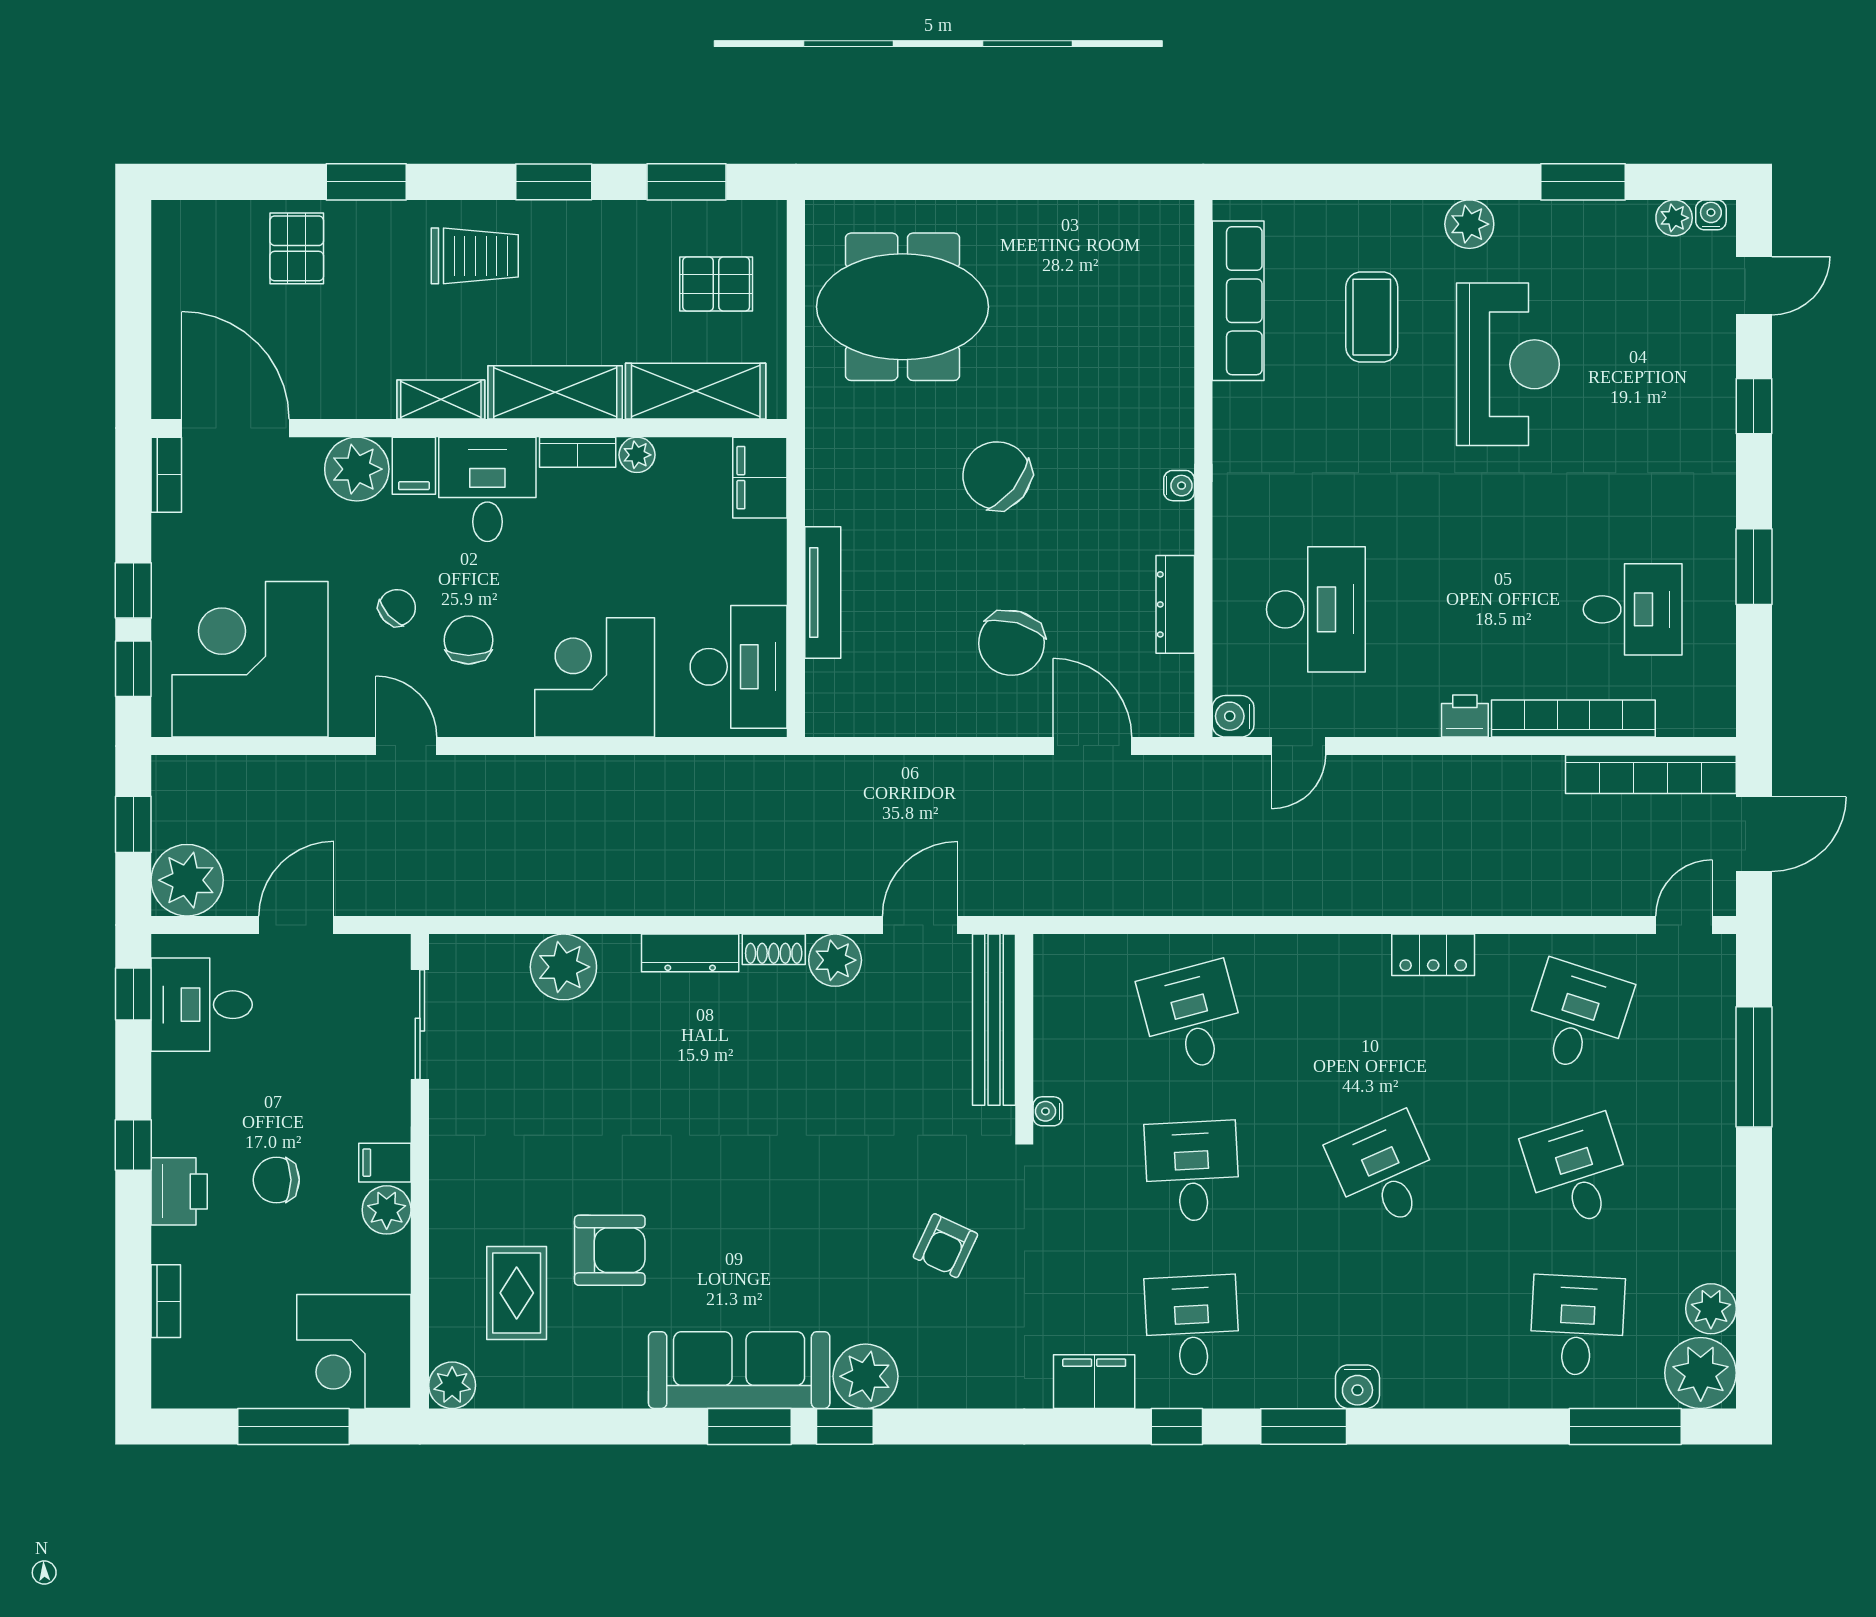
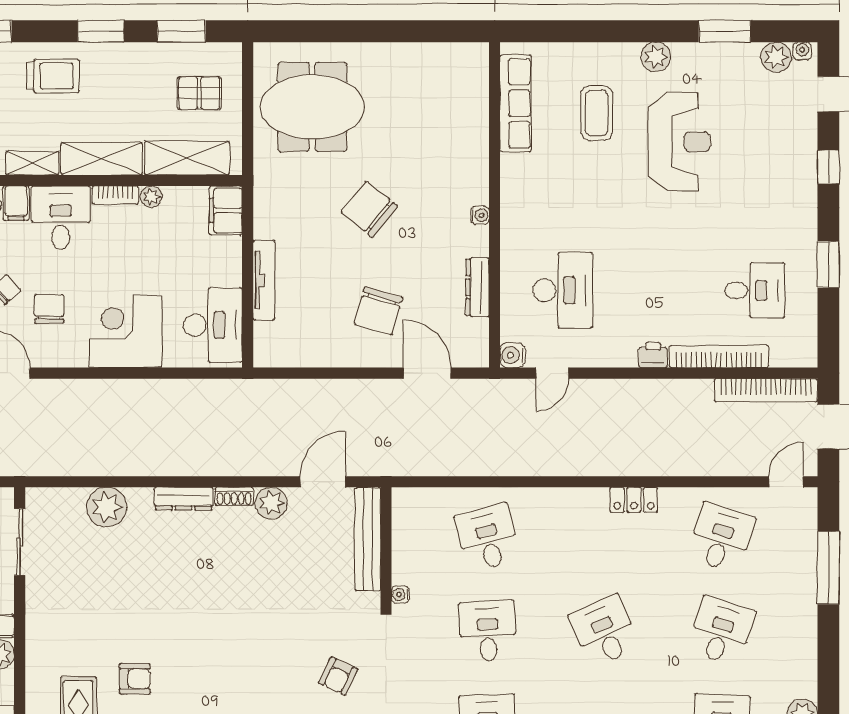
plant: (1674, 218) -> (776, 57), width x1.38, depth x1.38
desk: (1577, 1171) -> (721, 631), turned 36
armchair: (610, 1250) -> (135, 679), width x0.72, depth x0.72

